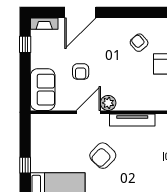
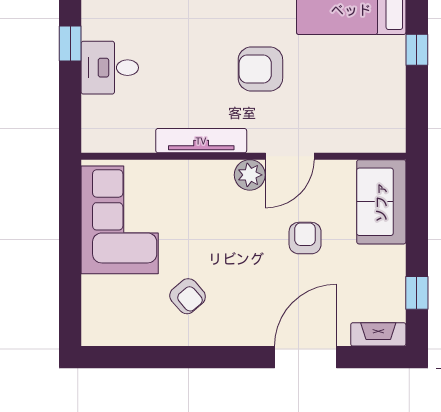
armchair: (103, 156) -> (260, 69), turned -134

